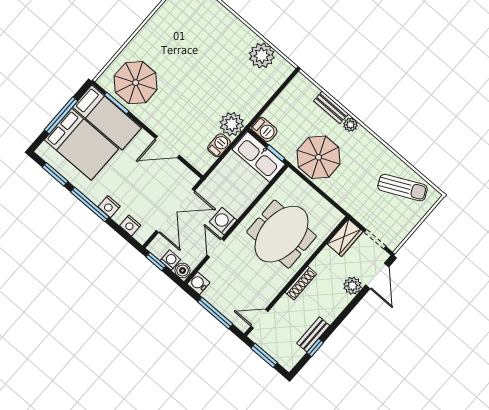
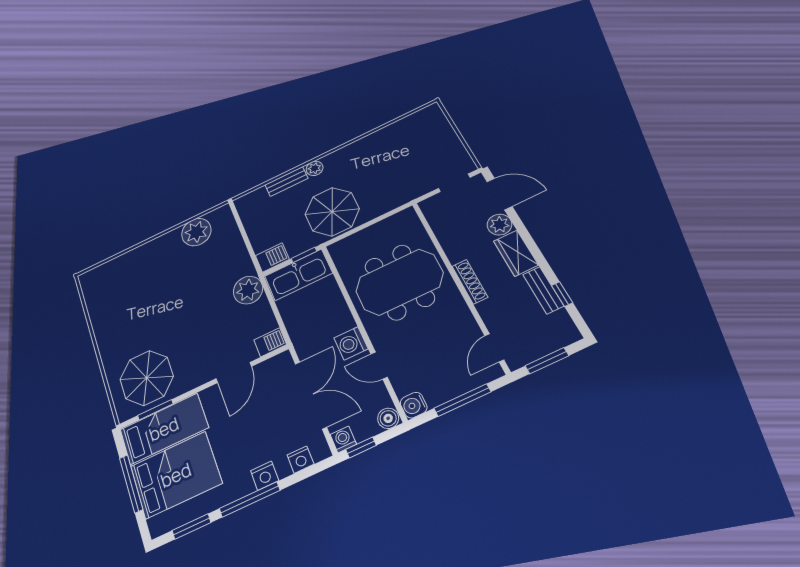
barbecue: (219, 145) -> (270, 342), moved, turned 90
sun lounger: (403, 188) -> (409, 138), removed
meeting table: (282, 234) -> (399, 282), turned 90
wardrobe: (345, 238) -> (516, 253), moved, turned 180
washing machine: (170, 260) -> (343, 439), moved

